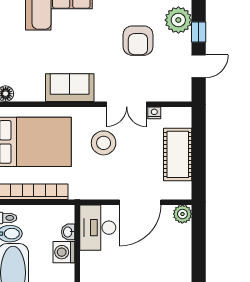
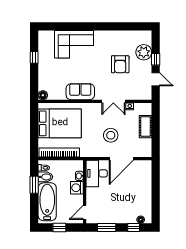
door: (199, 66) -> (156, 79), hinge flipped
stool: (104, 143) -> (111, 135), moved
cot: (178, 154) -> (145, 127), width x0.73, depth x0.75
plant: (182, 214) -> (146, 165), removed

